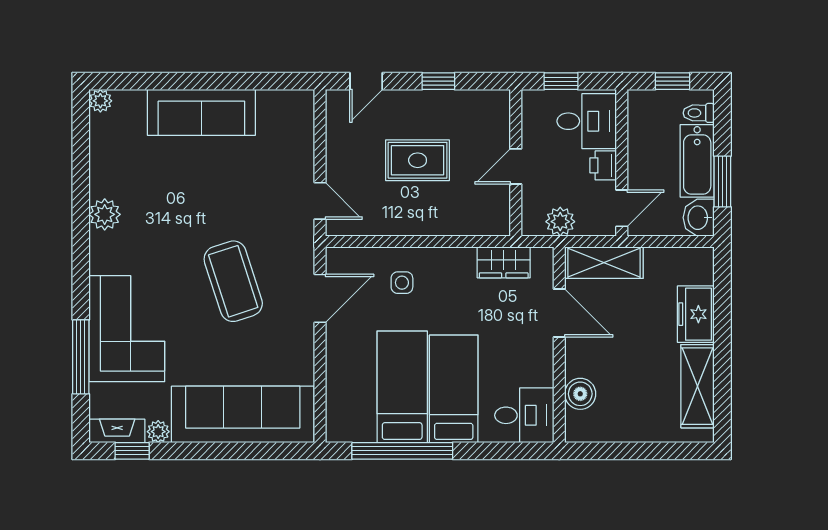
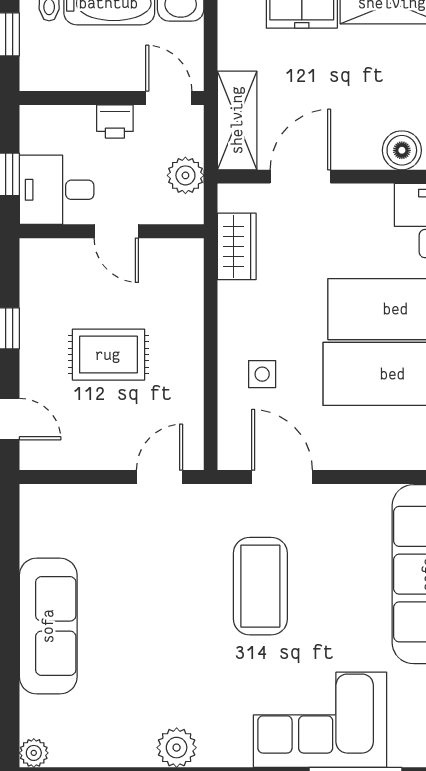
desk: (587, 121) -> (57, 190), moved, turned -90
rug: (418, 160) -> (108, 355), turned 90
coffee table: (233, 281) -> (260, 586), turned -72

